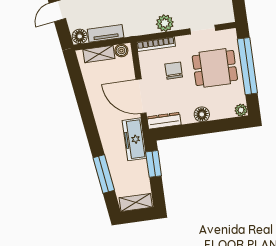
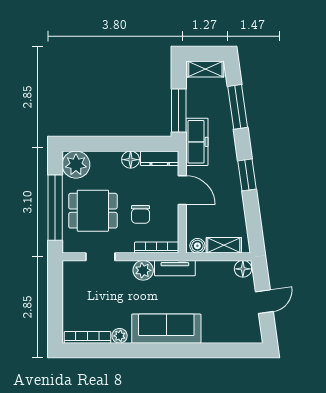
tv unit: (106, 33) -> (175, 268), moved
door: (141, 96) -> (182, 190), width x0.73
plant: (241, 110) -> (76, 165), width x1.88, depth x1.88
floor lamp: (202, 114) -> (131, 160), moved
window: (88, 117) -> (247, 175), added
window: (154, 164) -> (179, 110), width x1.44

